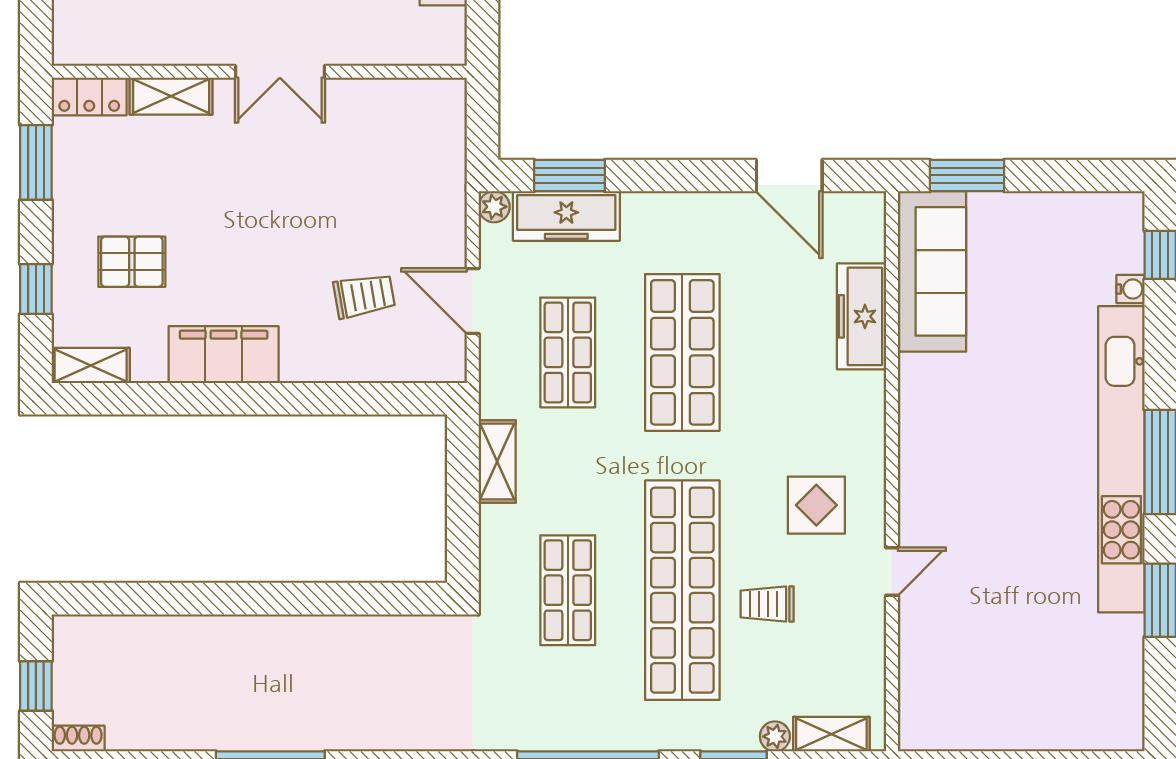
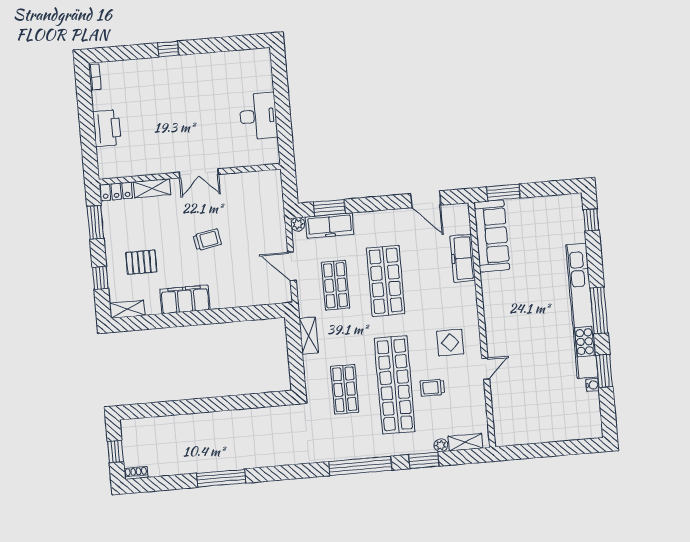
water cooler: (1131, 289) -> (592, 385), moved
trolley: (364, 296) -> (207, 240), moved

